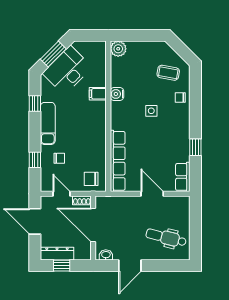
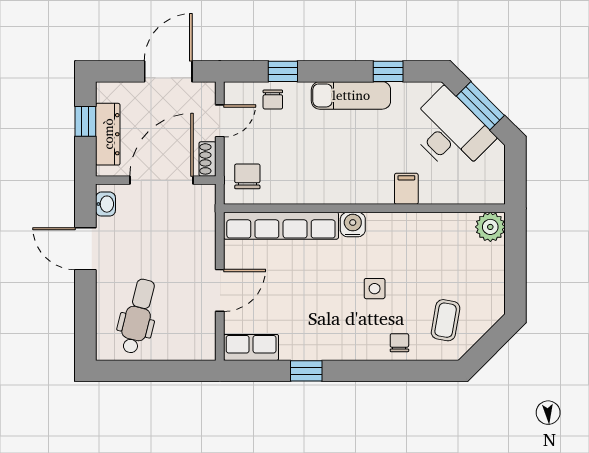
water cooler: (117, 94) -> (353, 225), moved
chair: (59, 158) -> (273, 100), moved
dresser: (57, 254) -> (108, 134), moved

